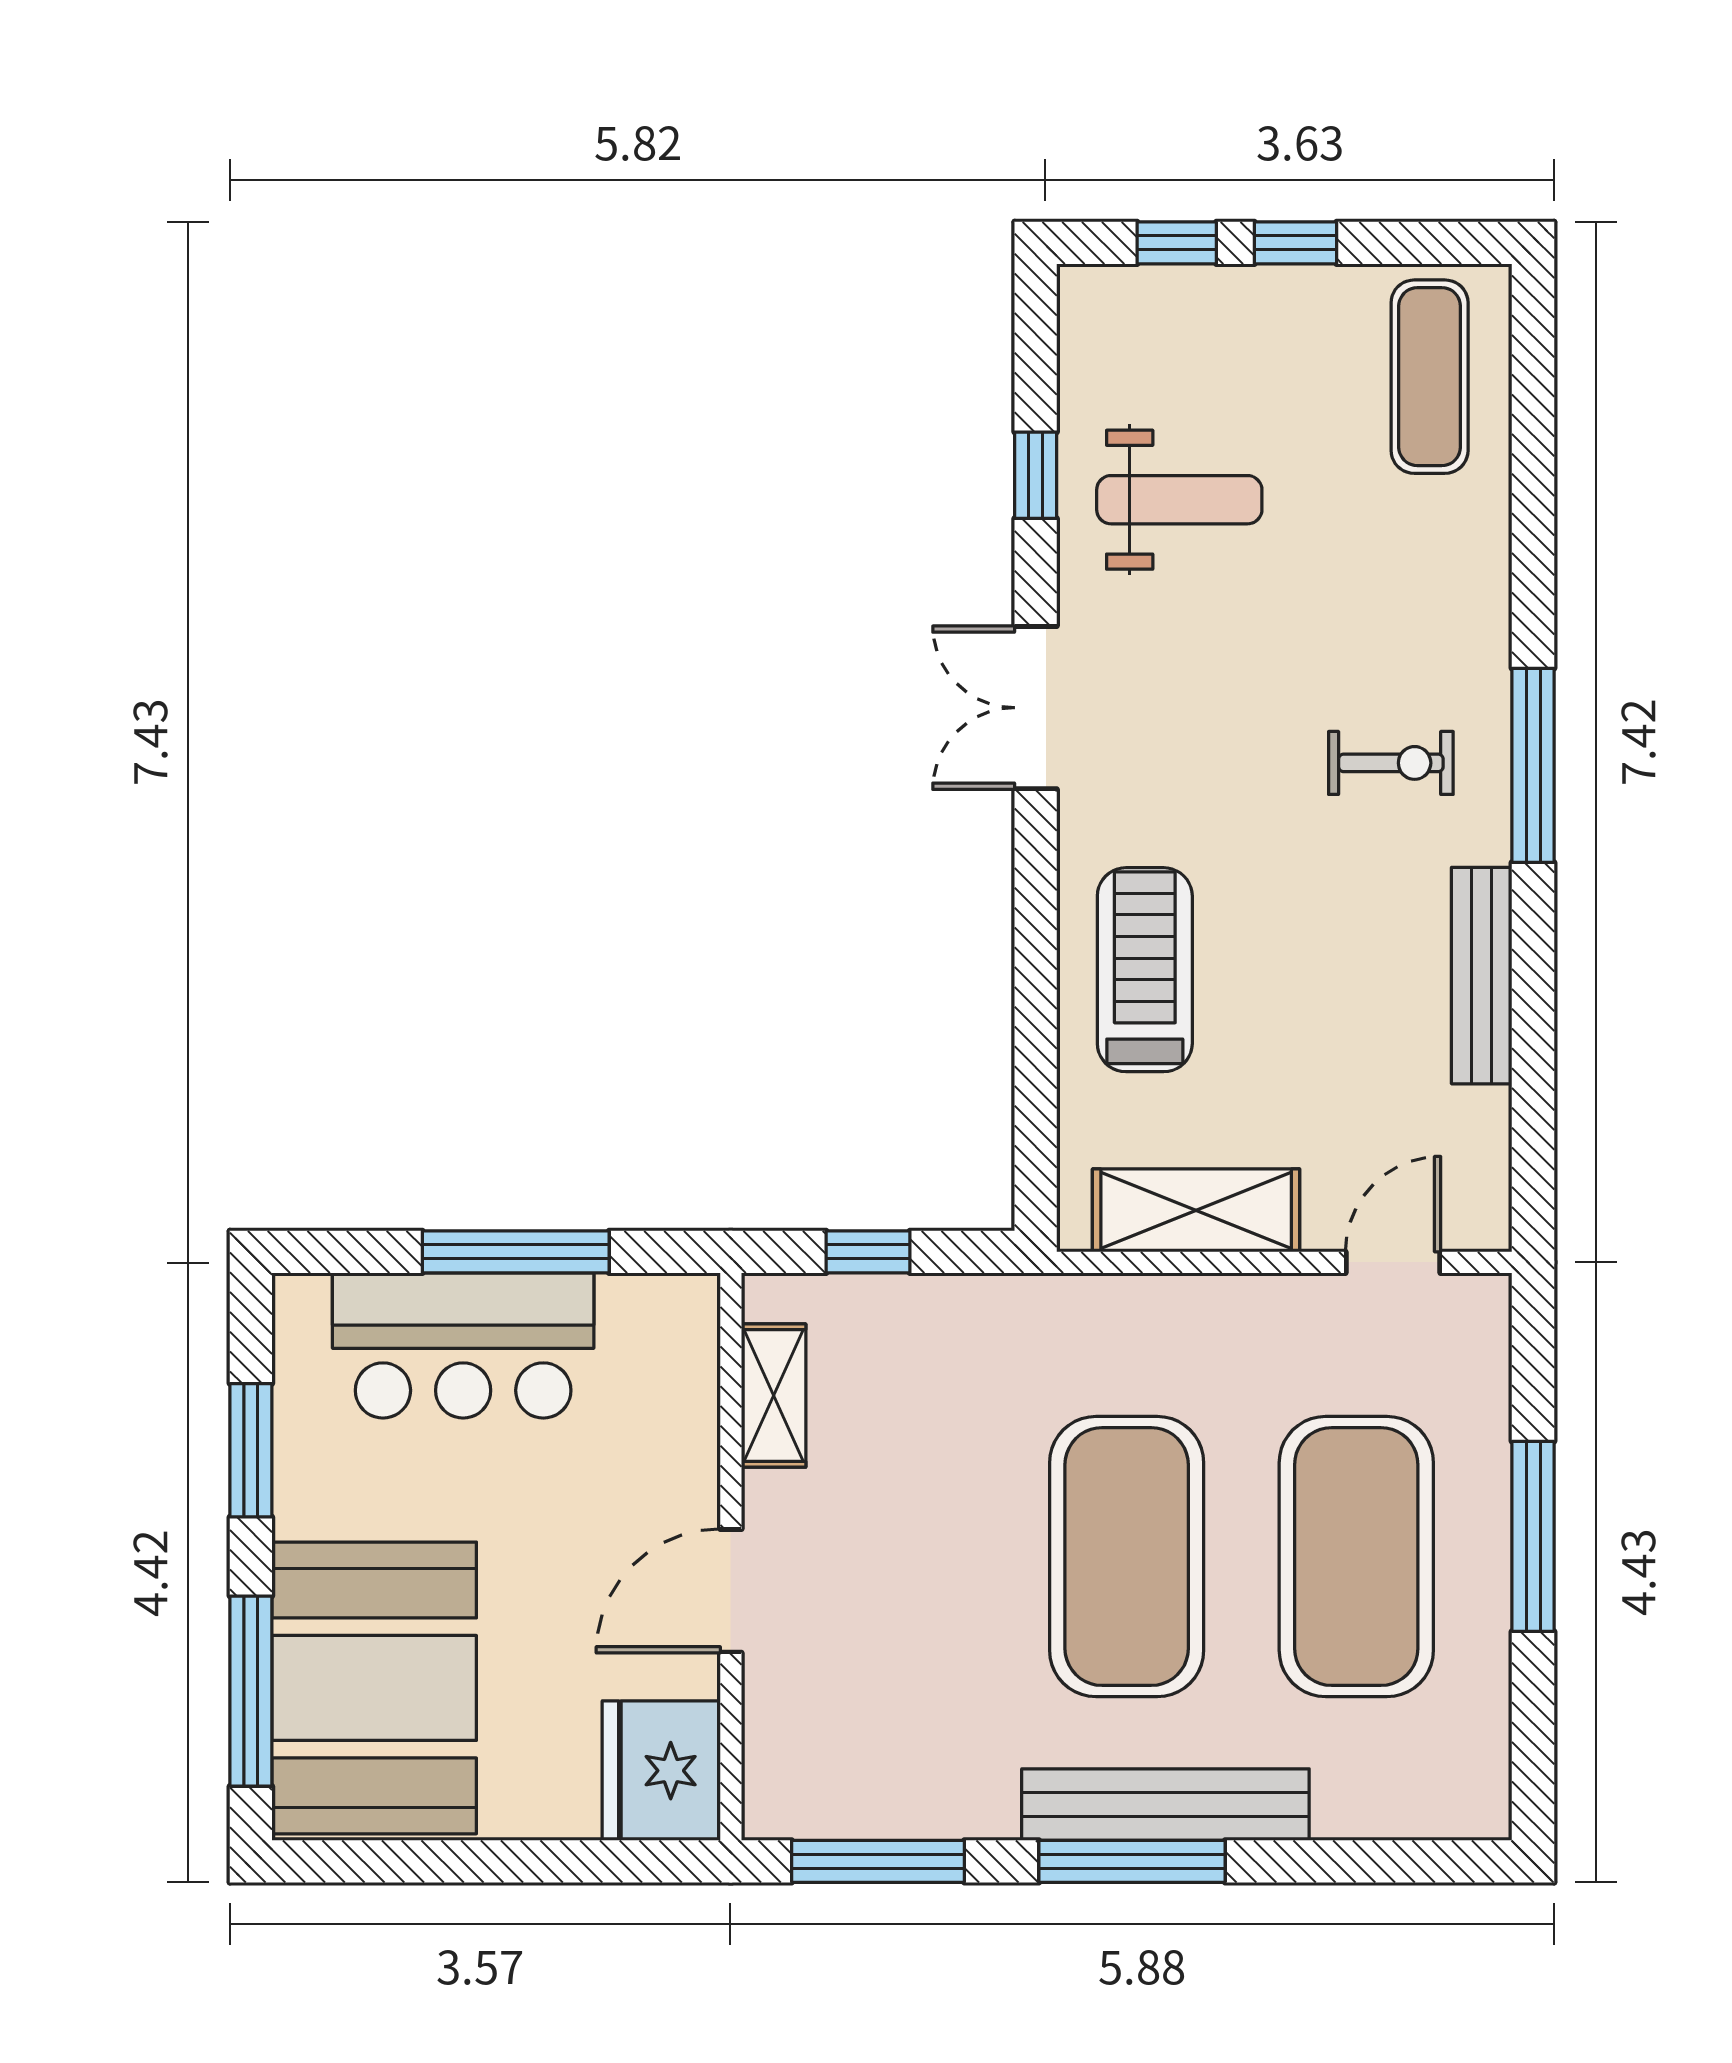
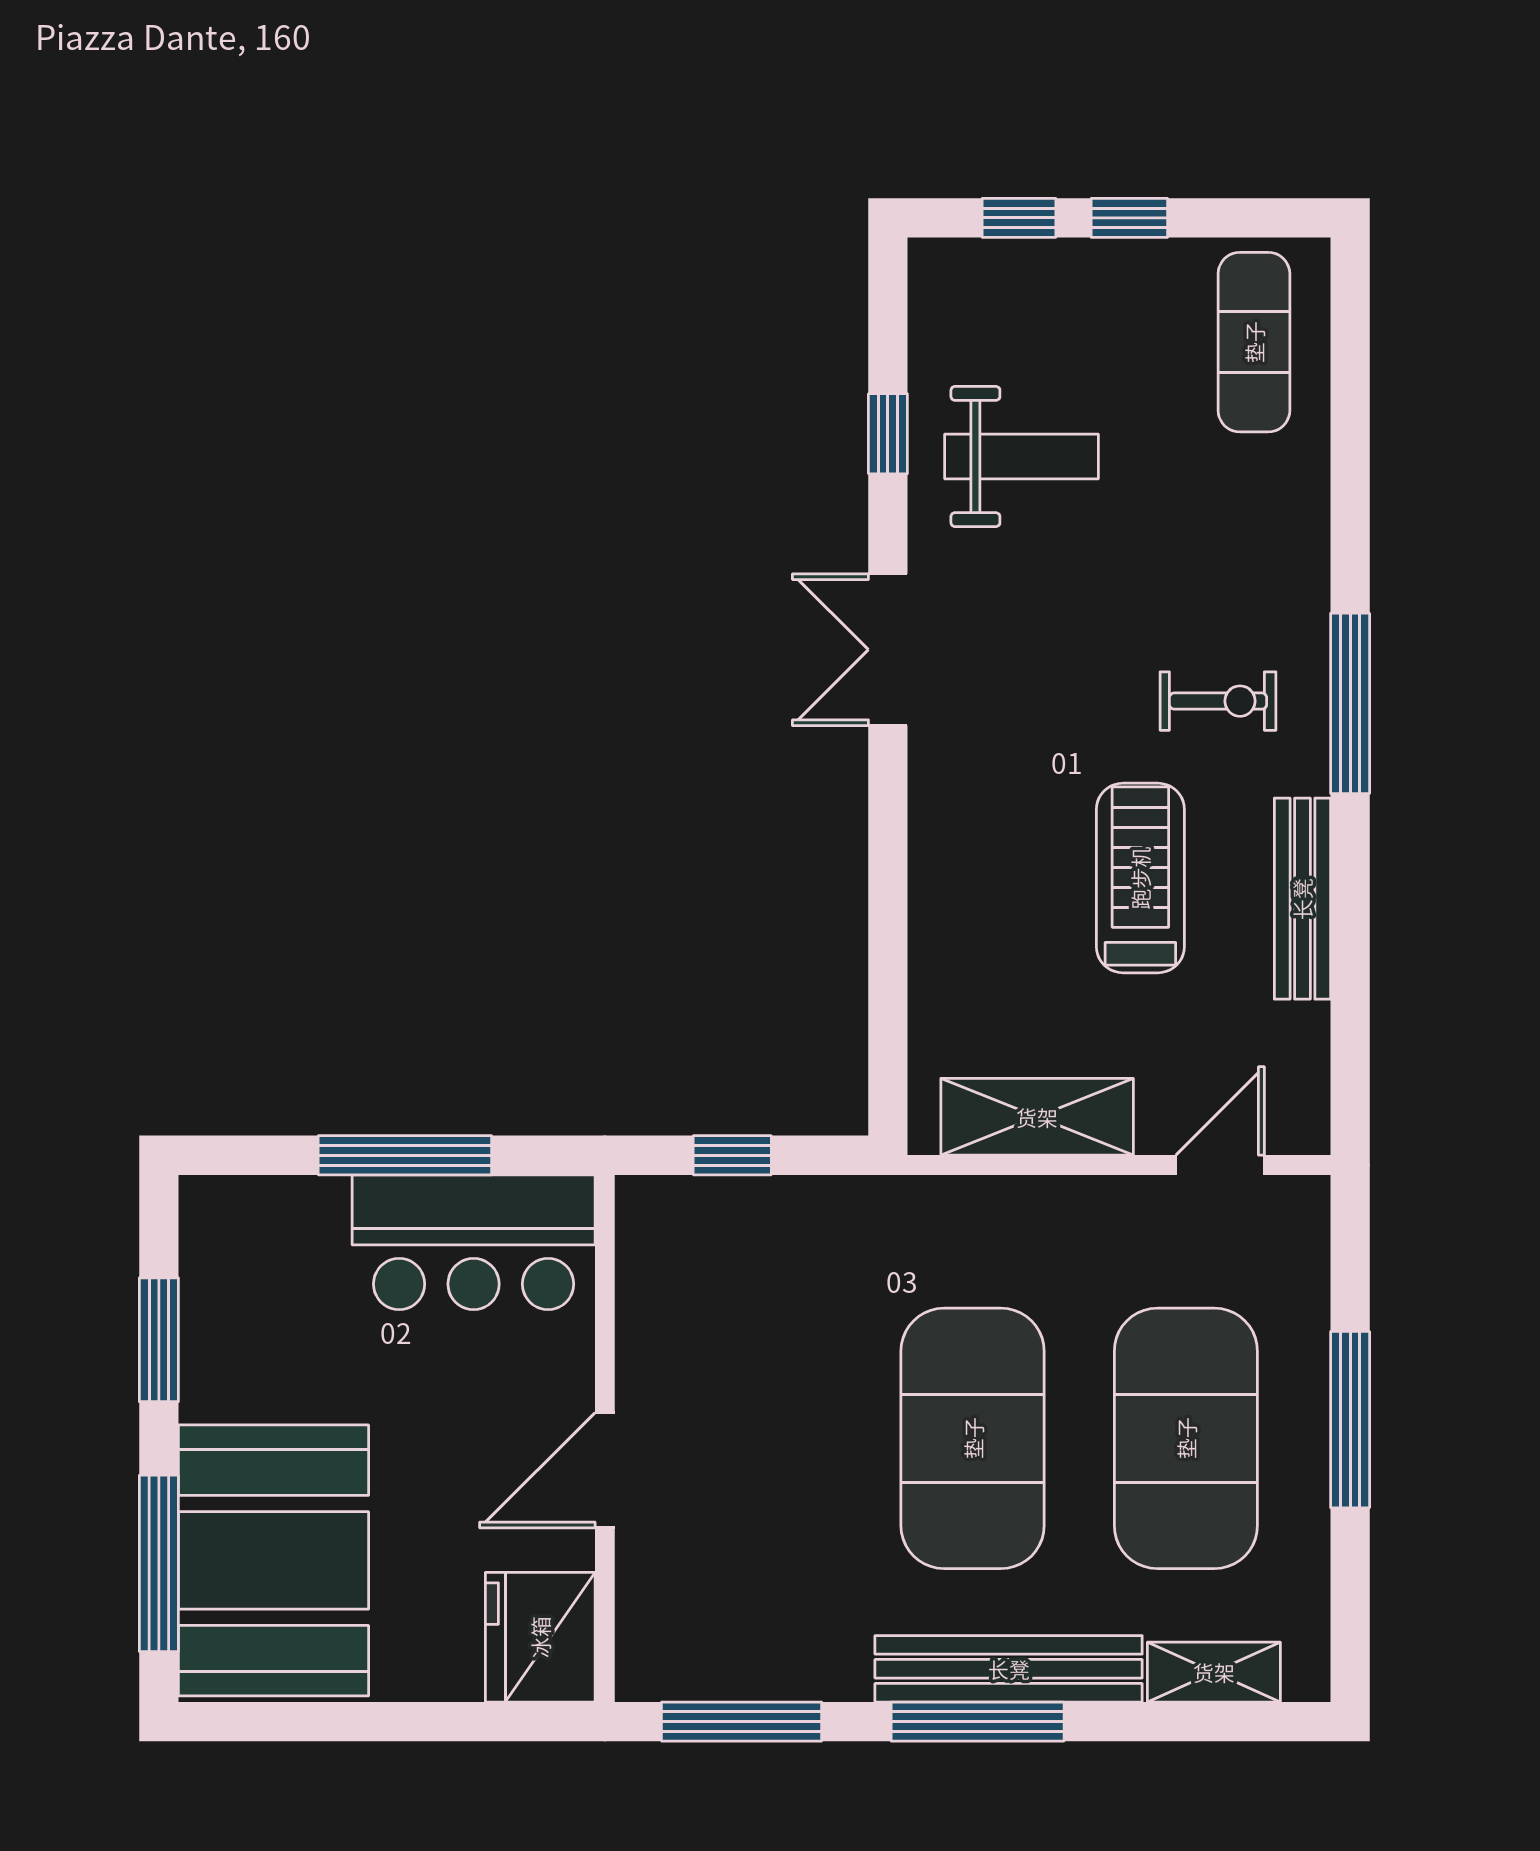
treadmill: (1145, 970) -> (1140, 878), moved
bar counter: (463, 1345) -> (474, 1242), moved
shelving: (774, 1396) -> (1214, 1672), moved, turned 90

